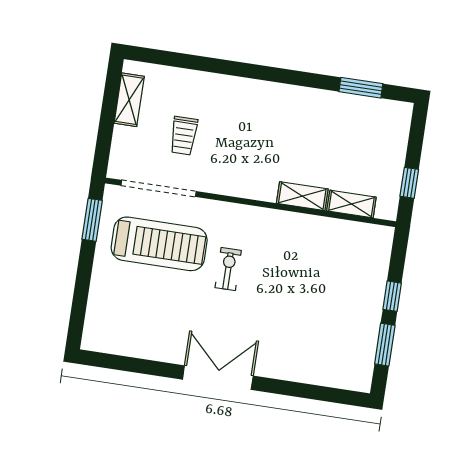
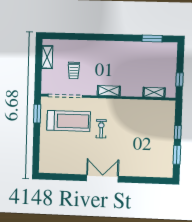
shelving: (302, 196) -> (109, 91), moved

